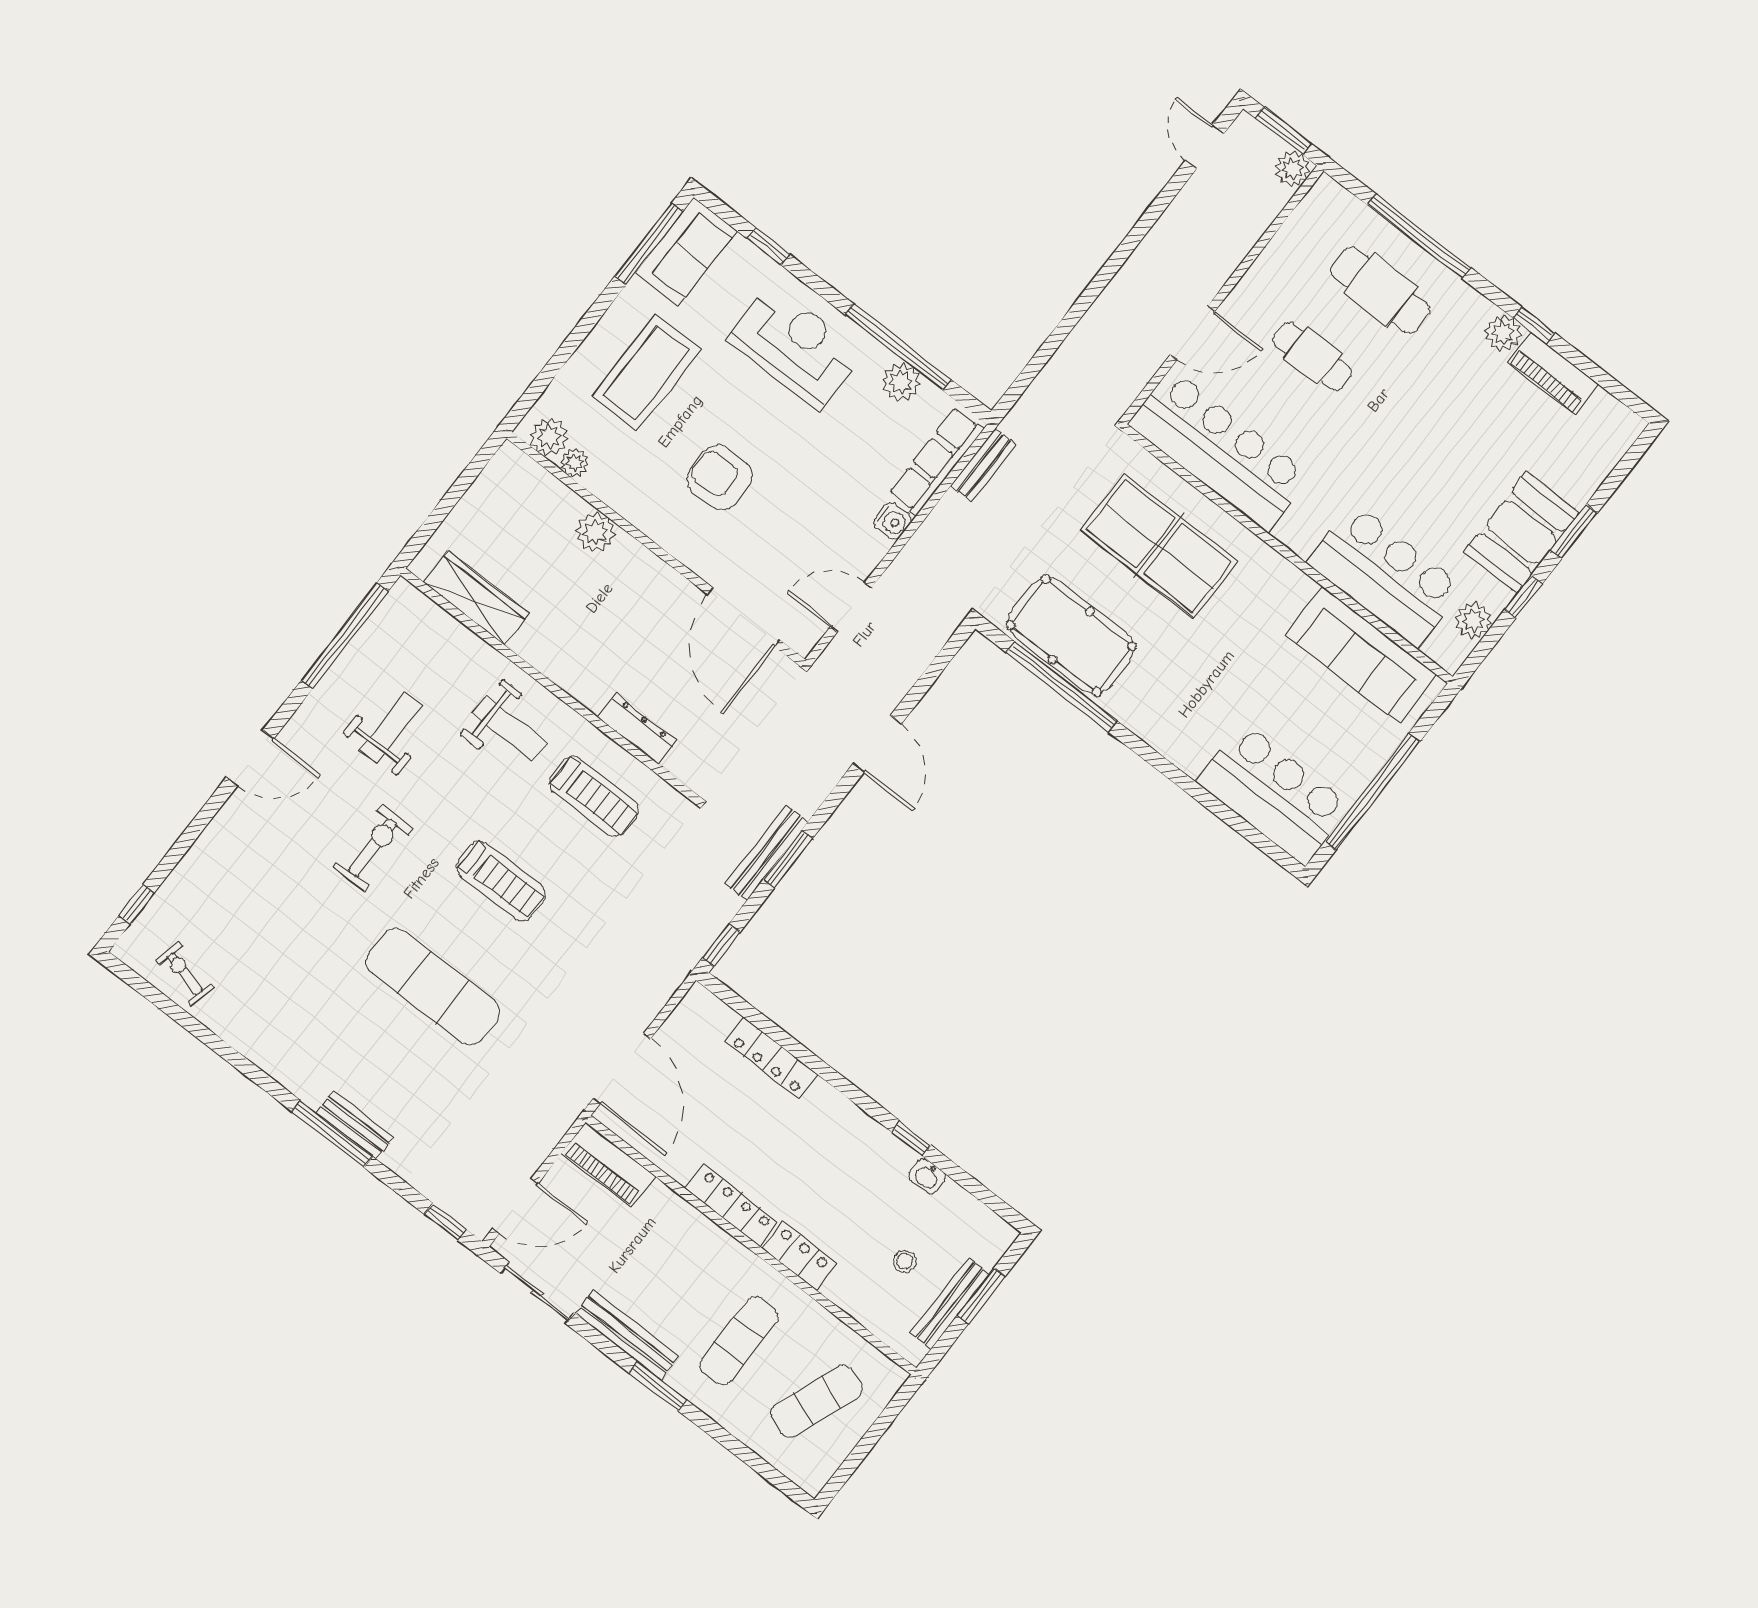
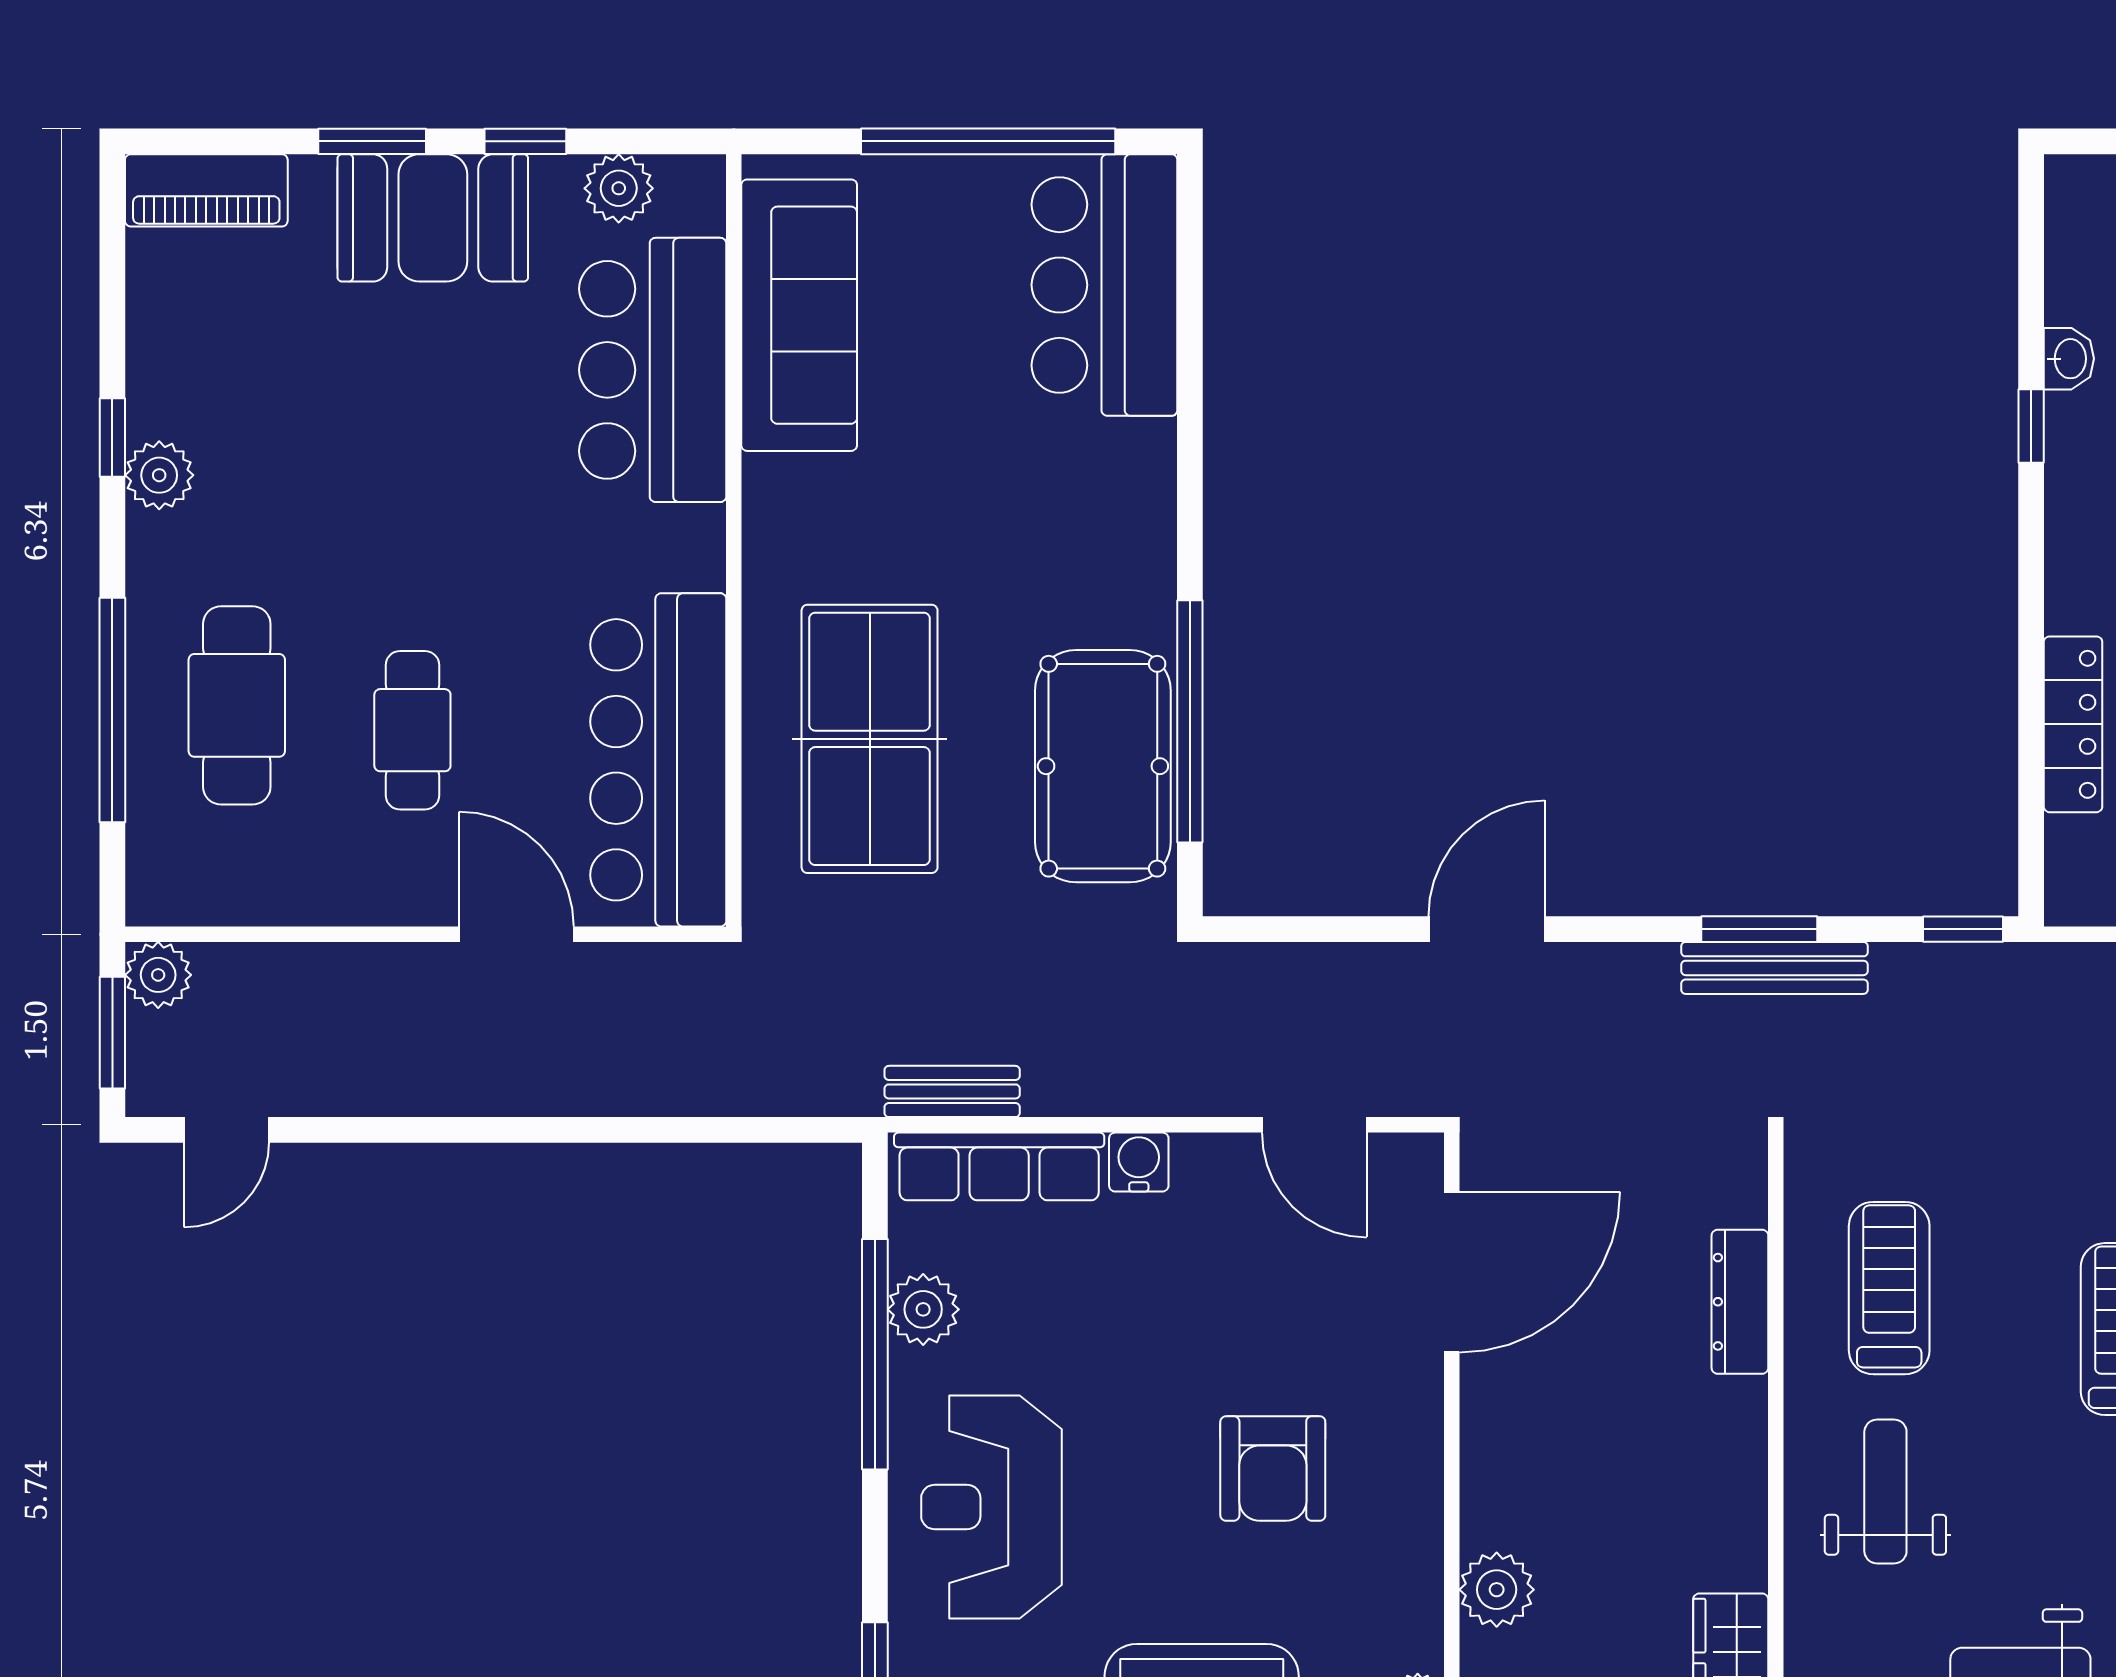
piano: (1553, 373) -> (206, 190), moved, turned 90

